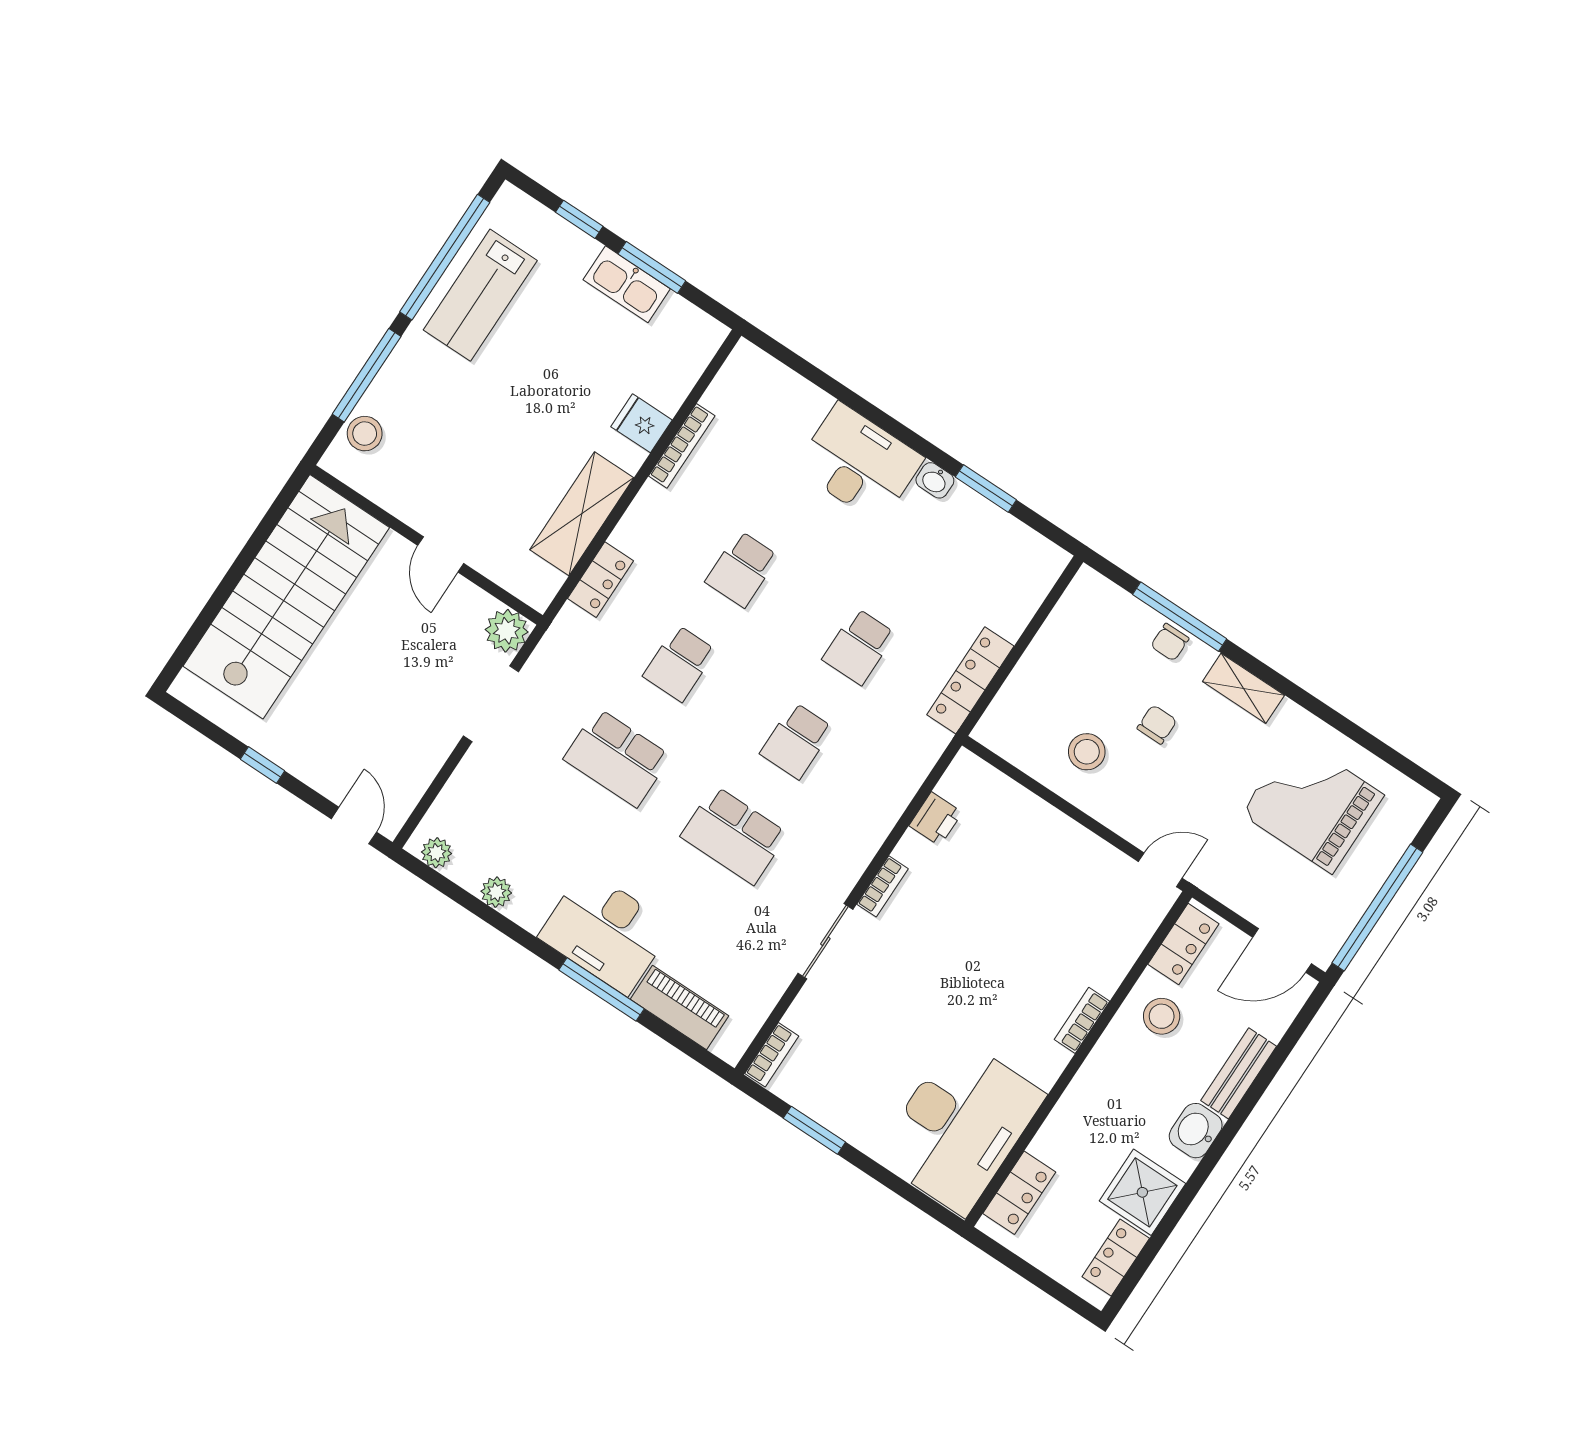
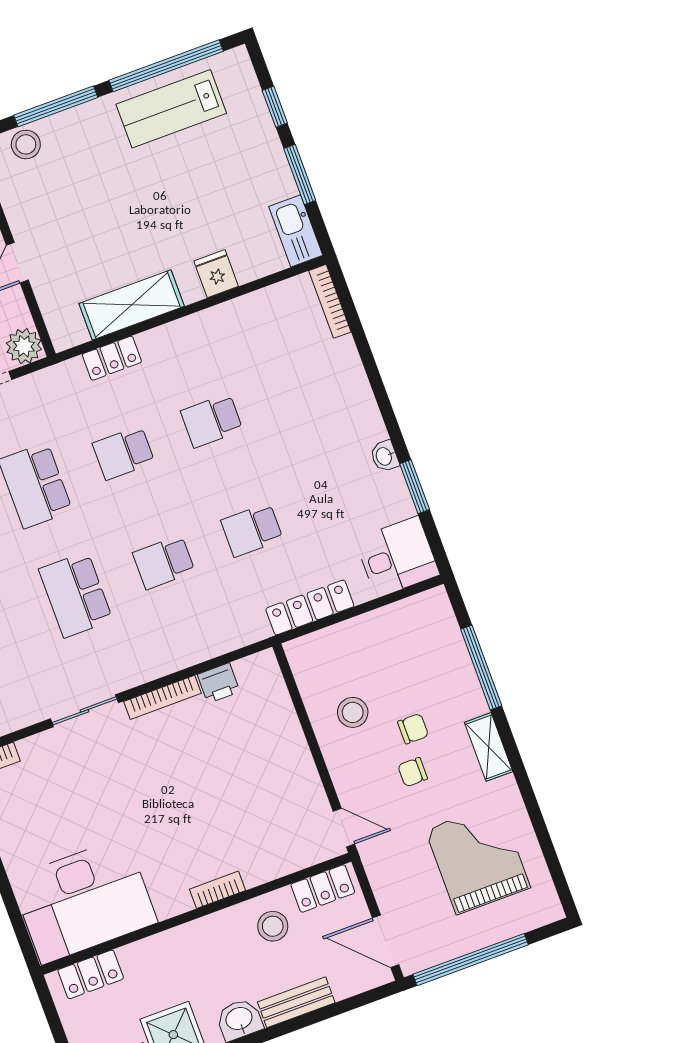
kitchen sink: (627, 284) -> (296, 231), moved
bookcase: (682, 446) -> (330, 301), moved, turned 90
desk: (859, 463) -> (397, 557), moved, width x0.73
chair: (1170, 642) -> (413, 772), moved
bookcase: (882, 886) -> (163, 697), width x1.56

